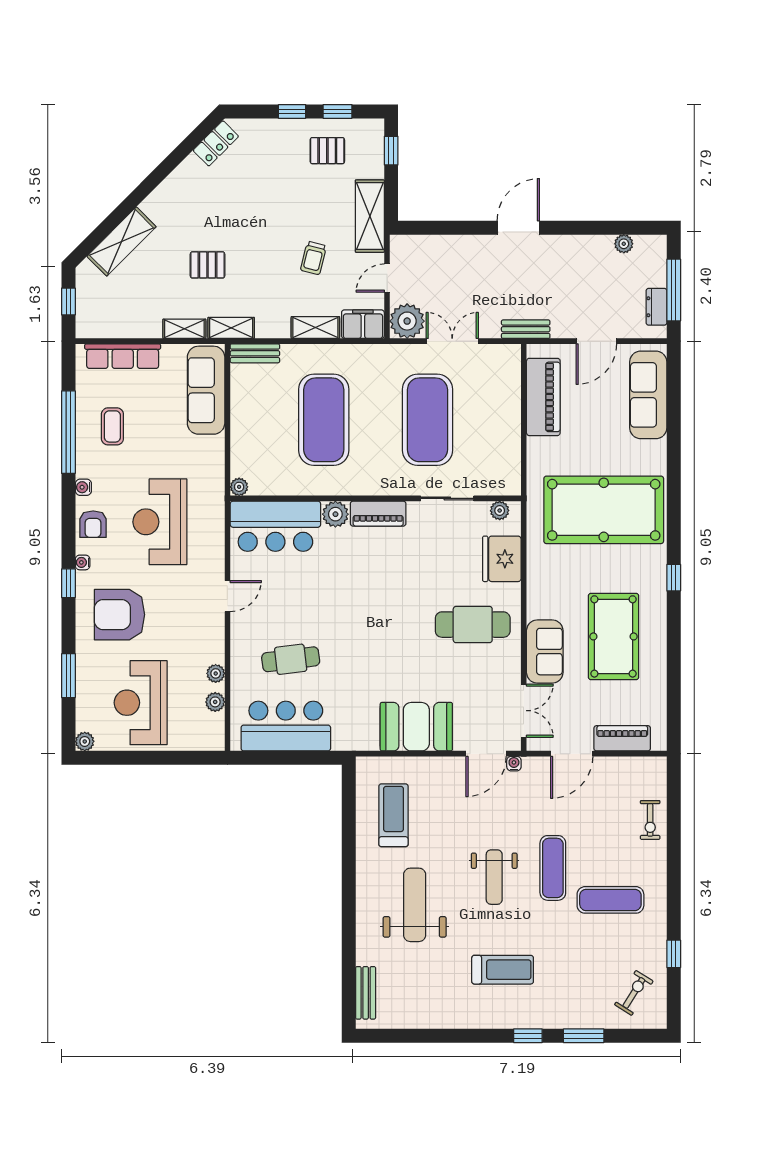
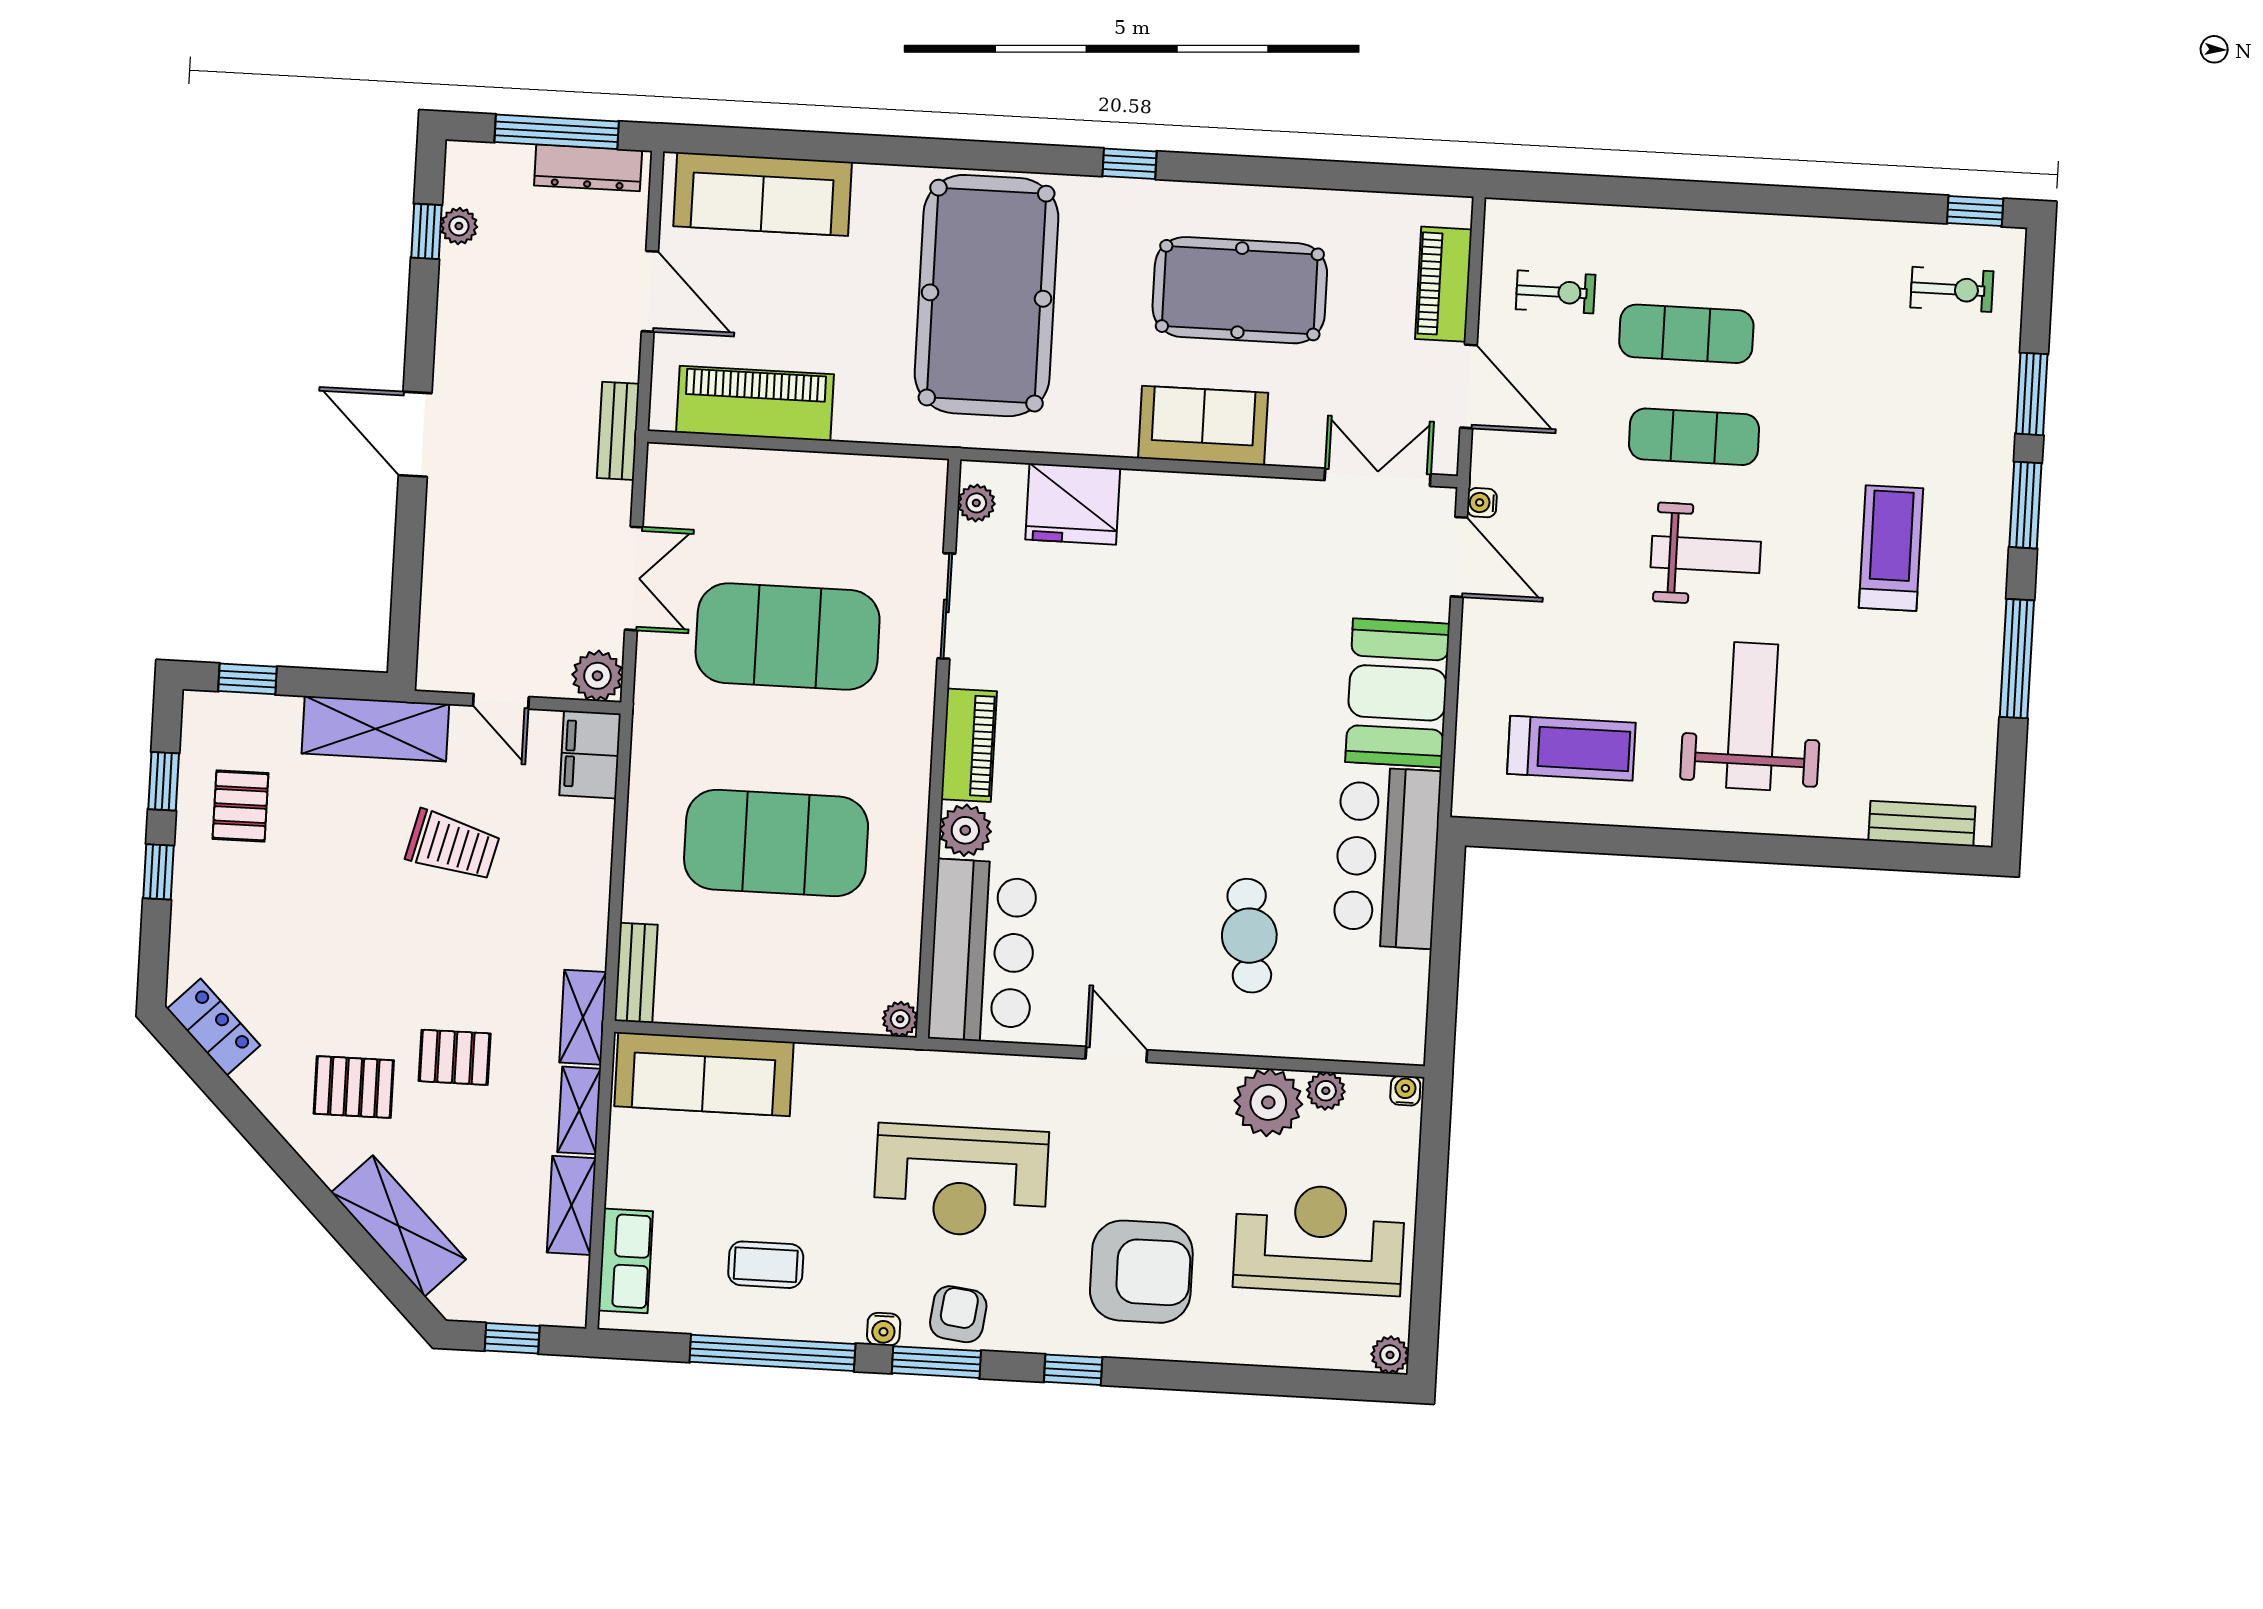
pallet: (190, 215) -> (354, 1087), added
window: (620, 228) -> (426, 231), added
trolley: (313, 258) -> (453, 846), width x1.36, depth x1.39
pallet: (208, 265) -> (455, 1057), turned 90
dresser: (656, 307) -> (588, 168), width x1.44
plant: (407, 321) -> (597, 676), width x0.73, depth x0.73
shelving: (315, 327) -> (571, 1205), moved
double door: (452, 341) -> (634, 578), swing flipped
row of seats: (123, 356) -> (626, 1261), width x0.68
armchair: (93, 524) -> (958, 1314), turned -83
water cooler: (83, 562) -> (1405, 1091), moved, turned 180
armchair: (119, 615) -> (1141, 1272), turned -90
cafe table: (473, 625) -> (1200, 569), removed
sofa: (545, 652) -> (1203, 425), moved
plant: (216, 673) -> (1268, 1102), width x1.88, depth x1.88
window: (68, 676) -> (936, 1362), moved
reception desk: (141, 703) -> (1319, 1239), turned 180
bar counter: (286, 726) -> (1387, 857), moved
treadmill: (393, 815) -> (1571, 748), turned 180
exercise bike: (650, 820) -> (1556, 292), moved
exercise mat: (610, 900) -> (1686, 334), moved, turned 90
weight bench: (415, 905) -> (1752, 716), turned 90
window: (674, 954) -> (1975, 211), moved
exercise bike: (634, 993) -> (1952, 289), turned 148
window: (451, 1036) -> (2017, 659), added
window: (528, 1036) -> (2025, 505), width x1.50

